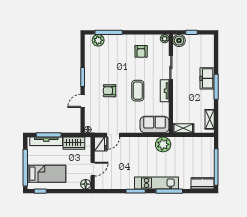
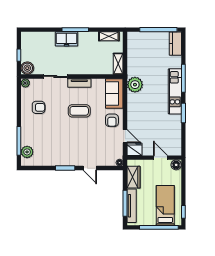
armchair: (110, 91) -> (112, 120), moved

